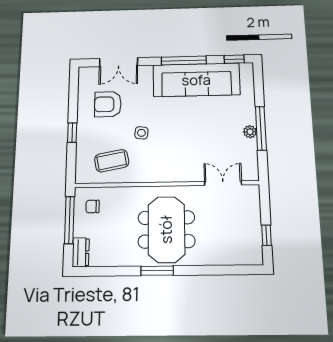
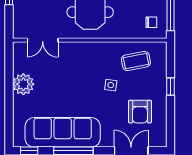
armchair: (108, 104) -> (140, 112), turned 90
window: (261, 128) -> (9, 87), removed
plant: (250, 132) -> (23, 84), width x1.88, depth x1.88

